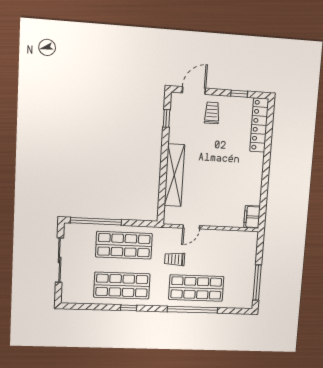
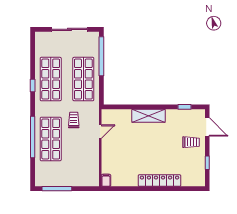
locker: (259, 125) -> (159, 181), moved
shelving: (174, 175) -> (149, 116), width x0.68
filing cabinet: (252, 217) -> (106, 180), width x0.50
door: (191, 227) -> (100, 132), swing flipped

